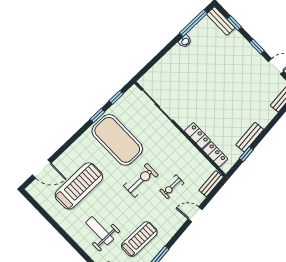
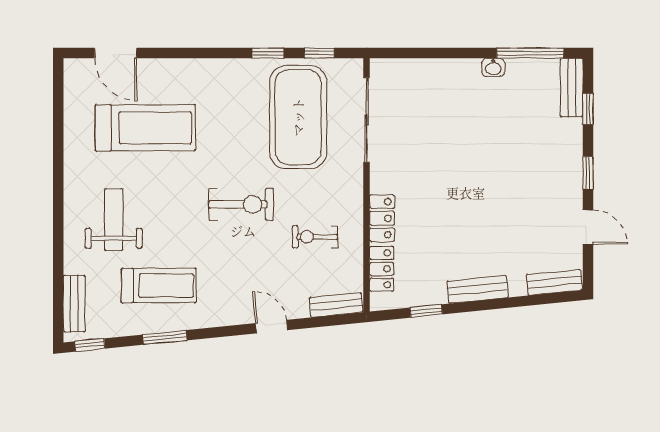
bench: (250, 137) -> (478, 289), moved
exercise mat: (117, 140) -> (298, 117), moved
exercise bike: (172, 187) -> (315, 237), moved

